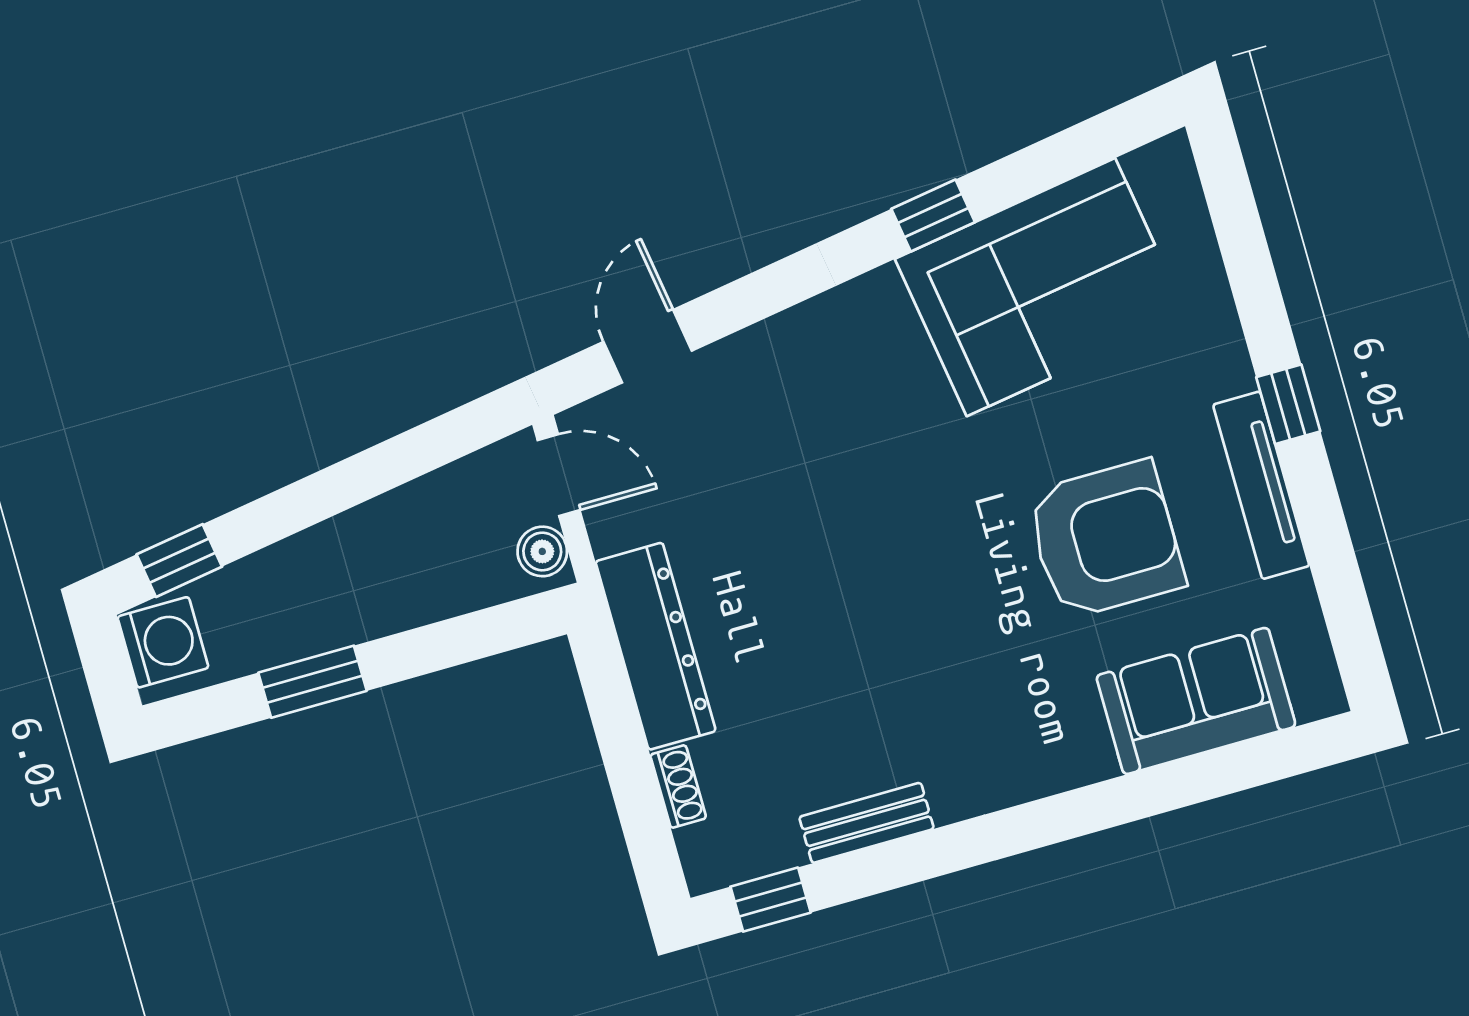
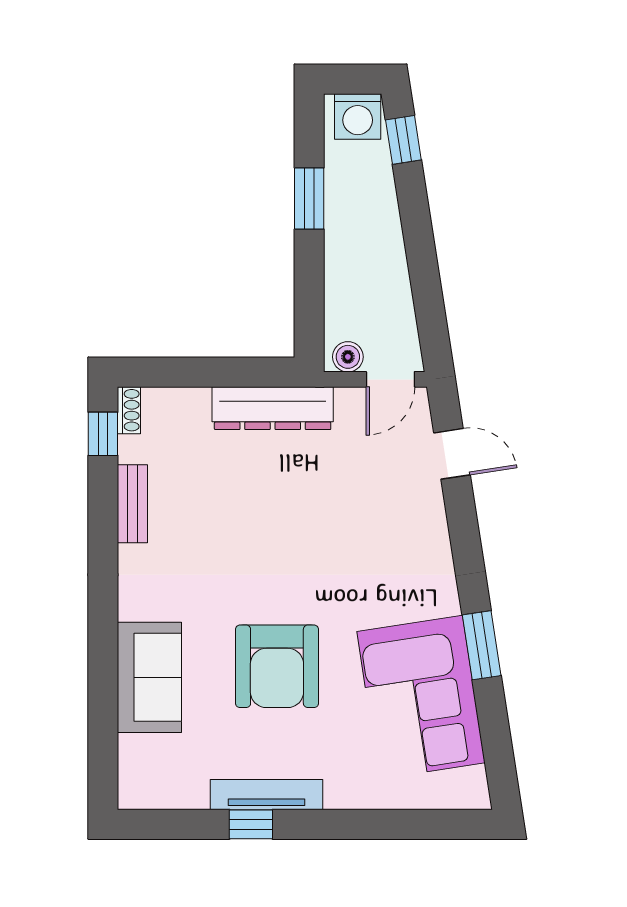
window: (933, 216) -> (482, 645), width x1.50
window: (1288, 404) -> (251, 824), moved
armchair: (1105, 540) -> (277, 666), moved
sofa: (1196, 701) -> (149, 677), moved
shoe rack: (678, 786) -> (129, 410), moved, turned -90

